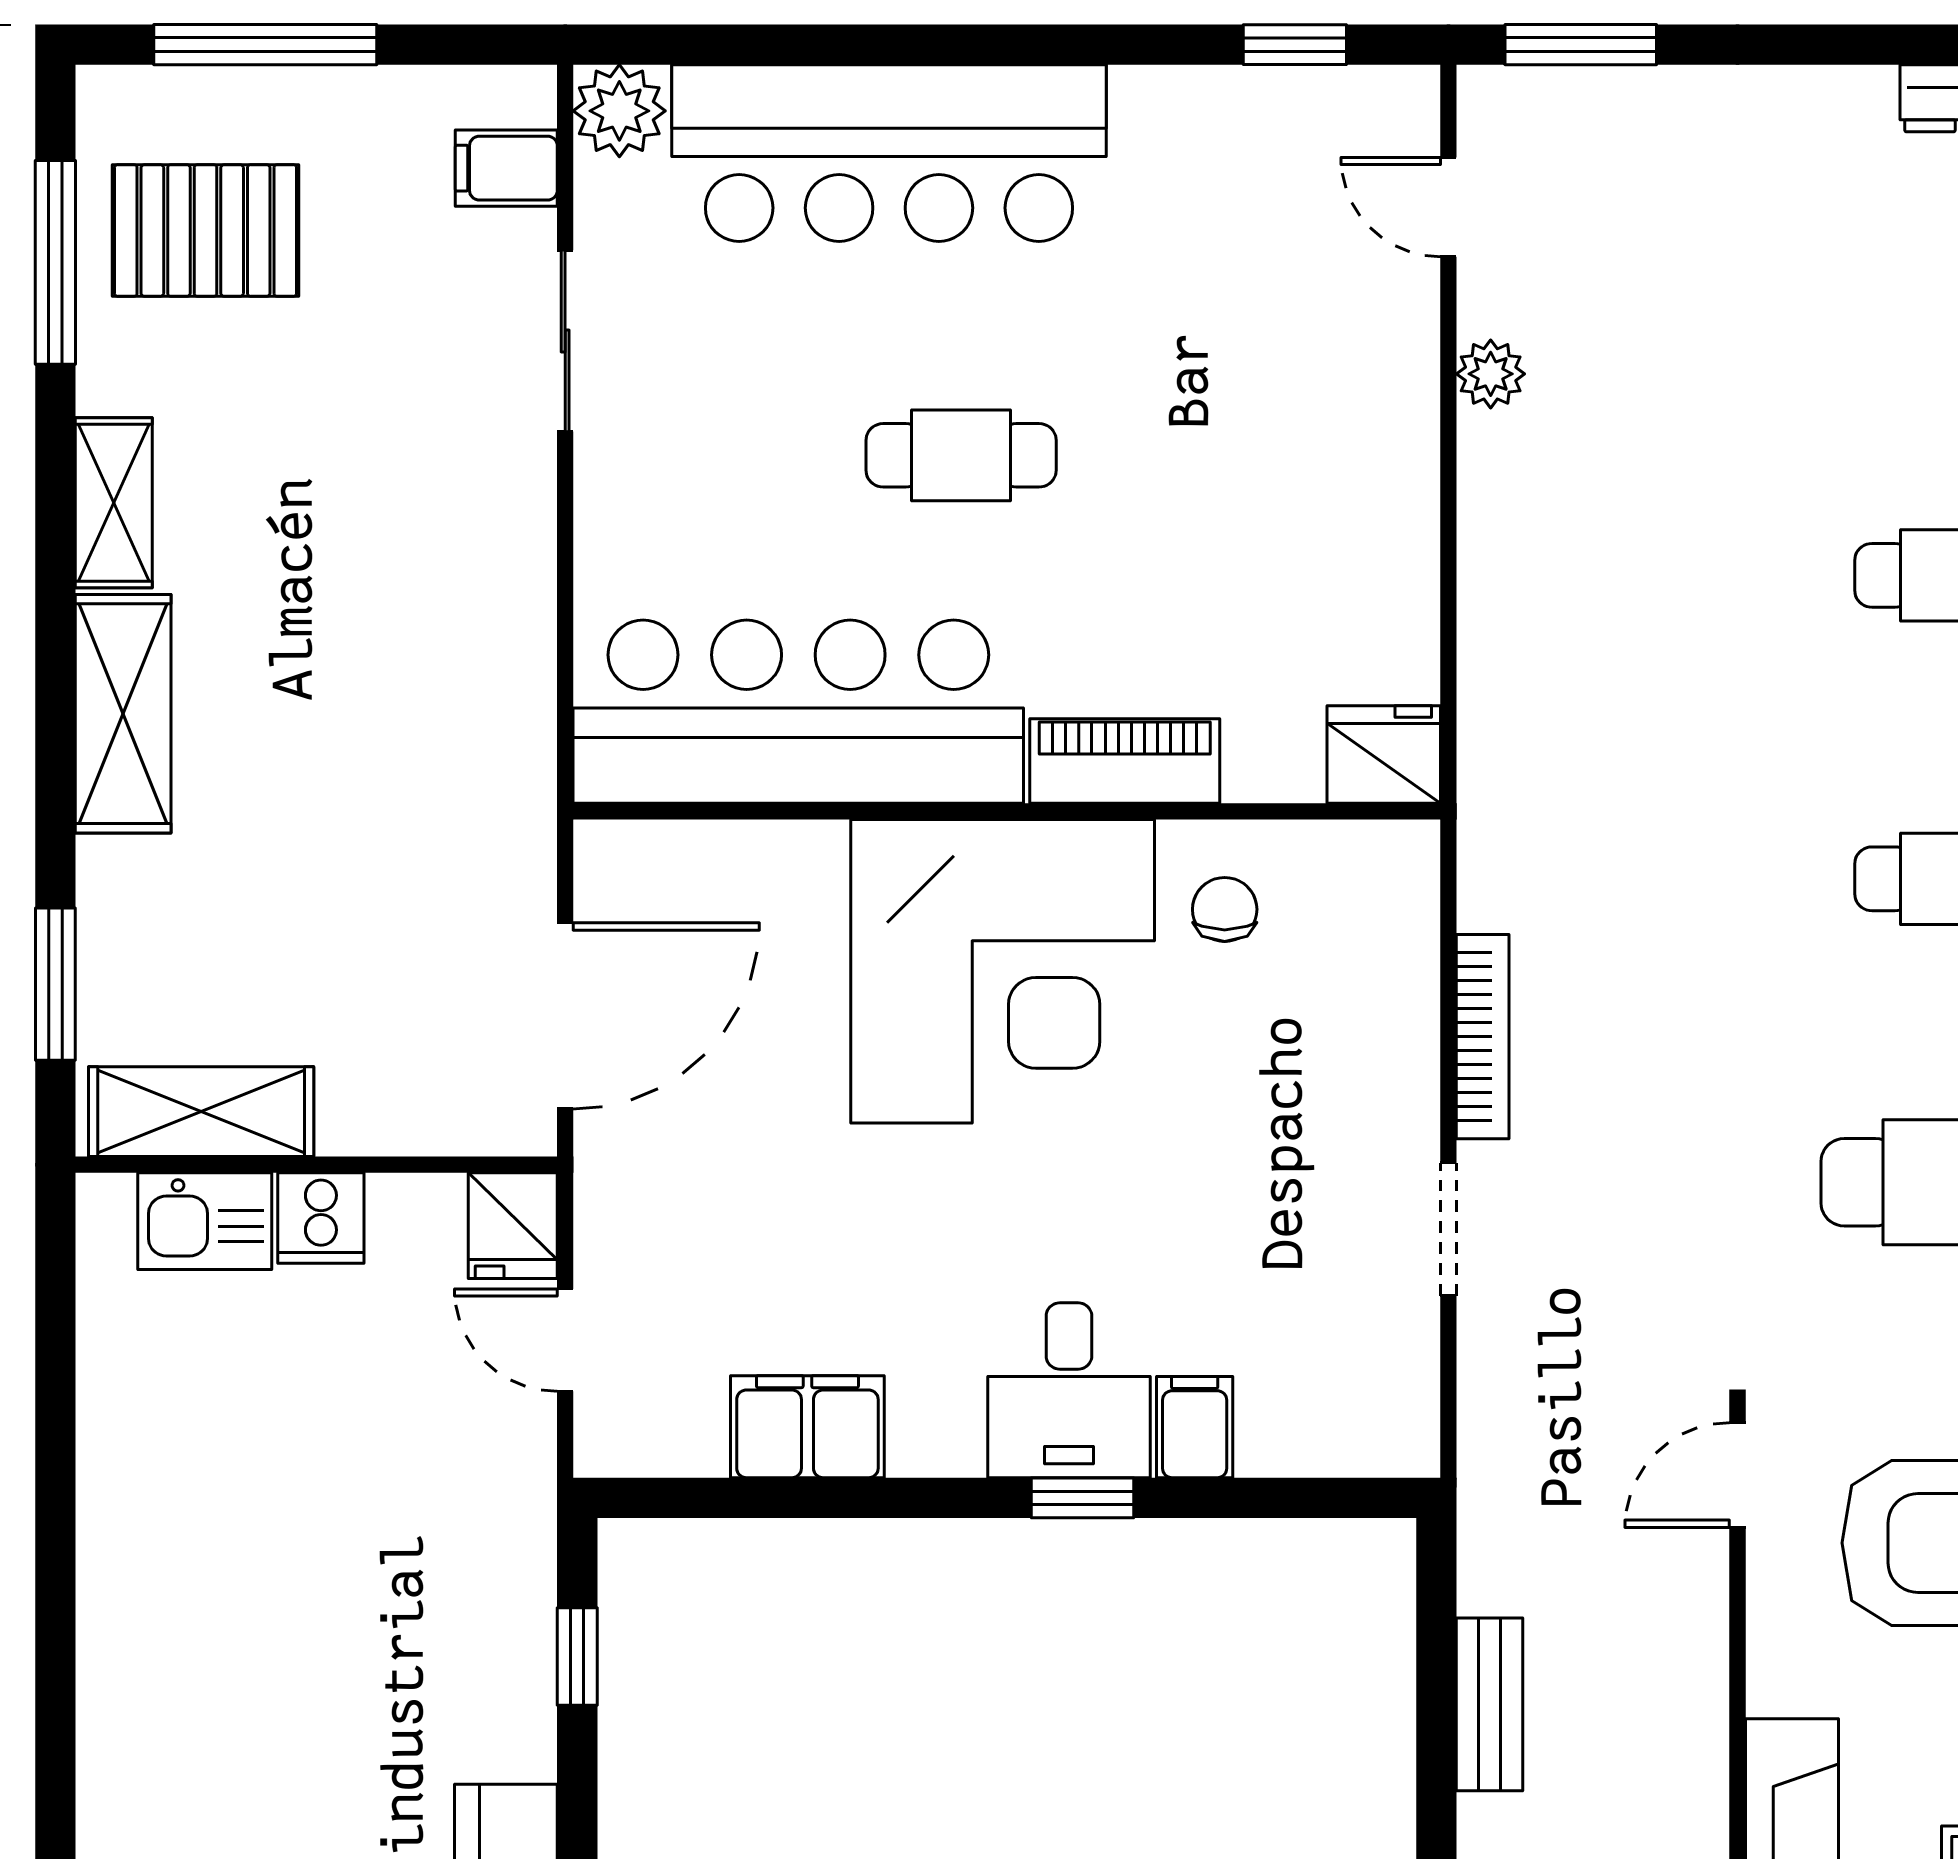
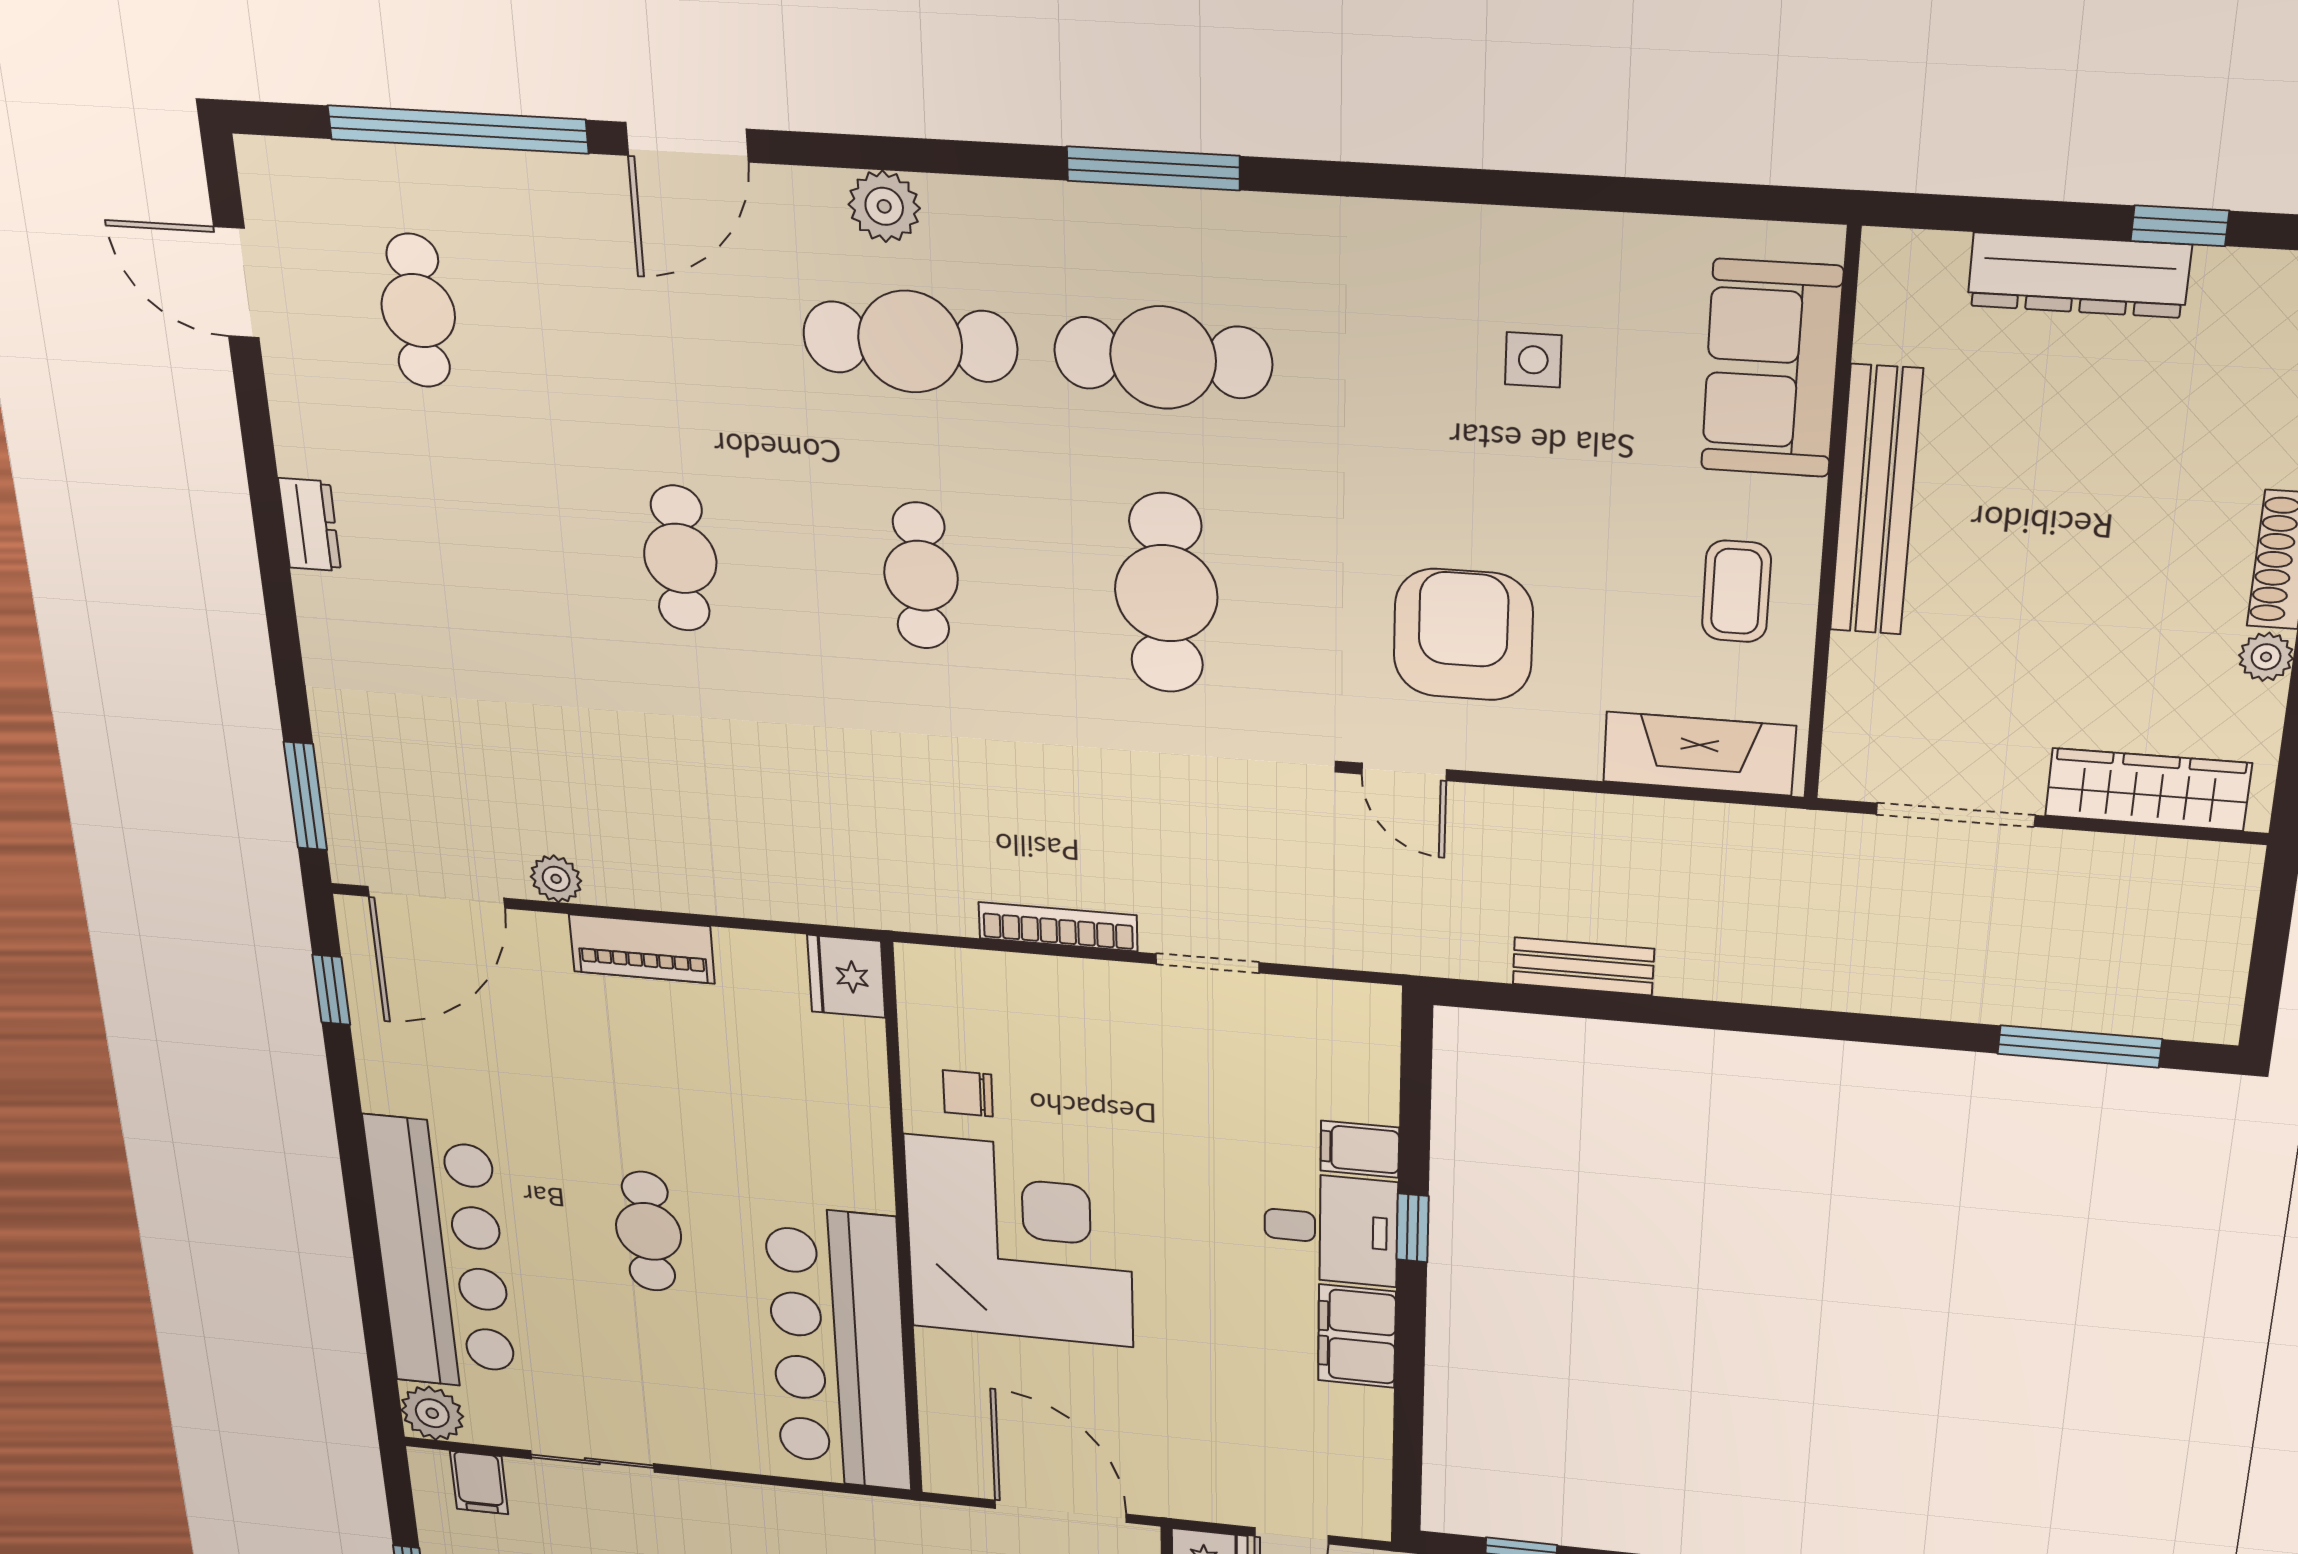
door: (1448, 207) -> (436, 897), width x1.87
piano: (1125, 761) -> (642, 949), moved, turned -90
filing cabinet: (807, 1427) -> (1357, 1336), moved

